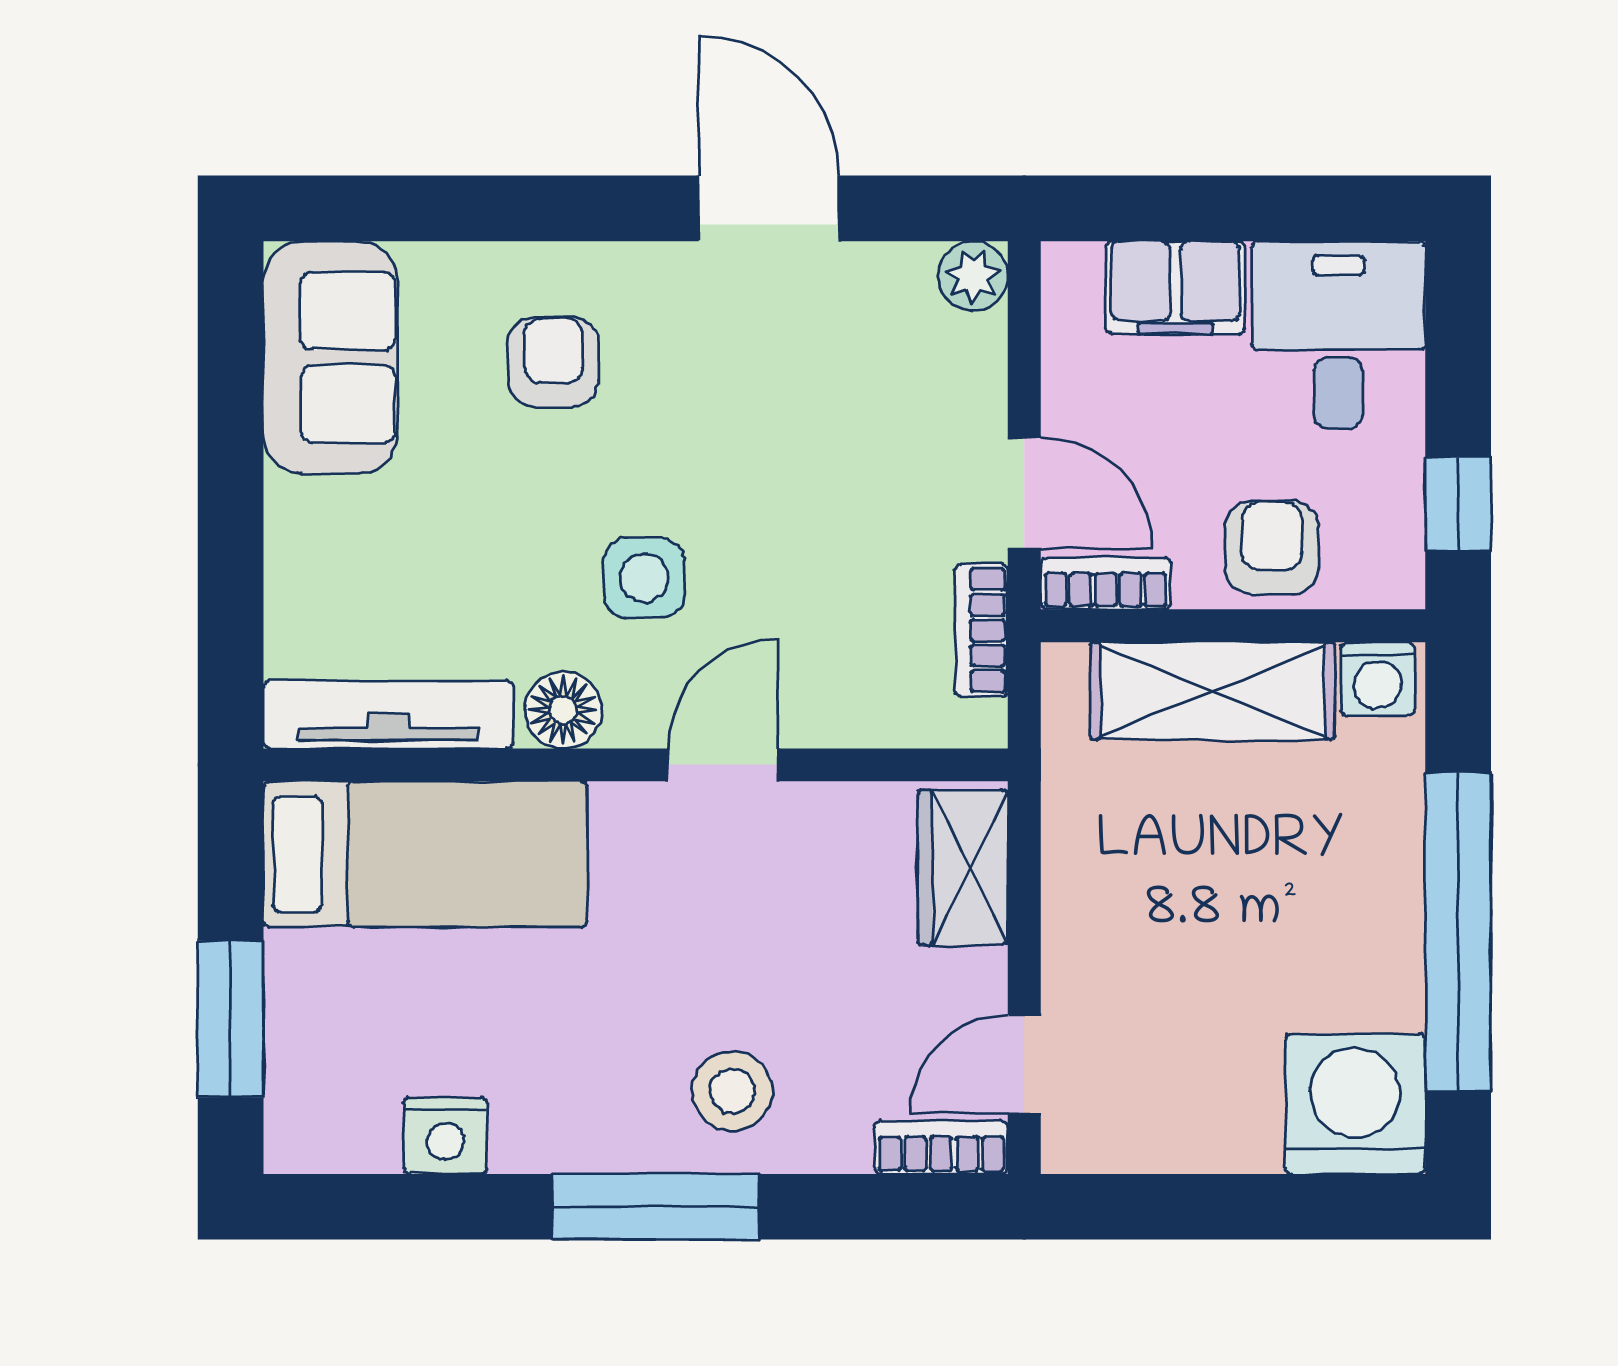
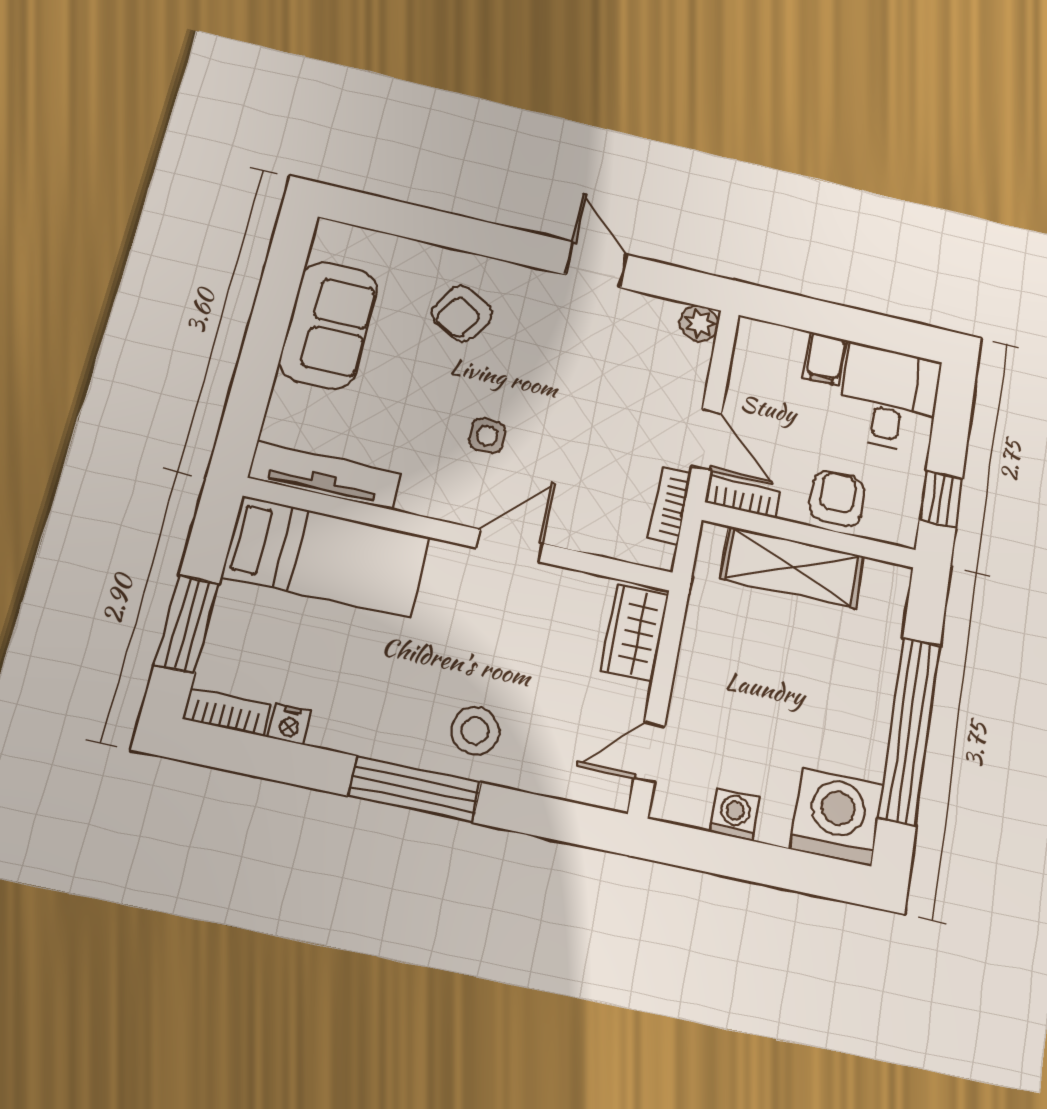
door: (769, 208) -> (596, 265), width x0.73
filing cabinet: (1175, 288) -> (825, 359), width x0.50
sofa: (331, 358) -> (329, 325), moved
armchair: (553, 362) -> (462, 313), turned -150
side table: (644, 578) -> (487, 436), width x0.73, depth x0.73
washing machine: (1378, 679) -> (735, 815), moved, turned 180
floor lamp: (563, 710) -> (425, 495), removed
nightstand: (445, 1136) -> (290, 724), width x0.72, depth x0.74
bookcase: (941, 1147) -> (227, 712), moved

